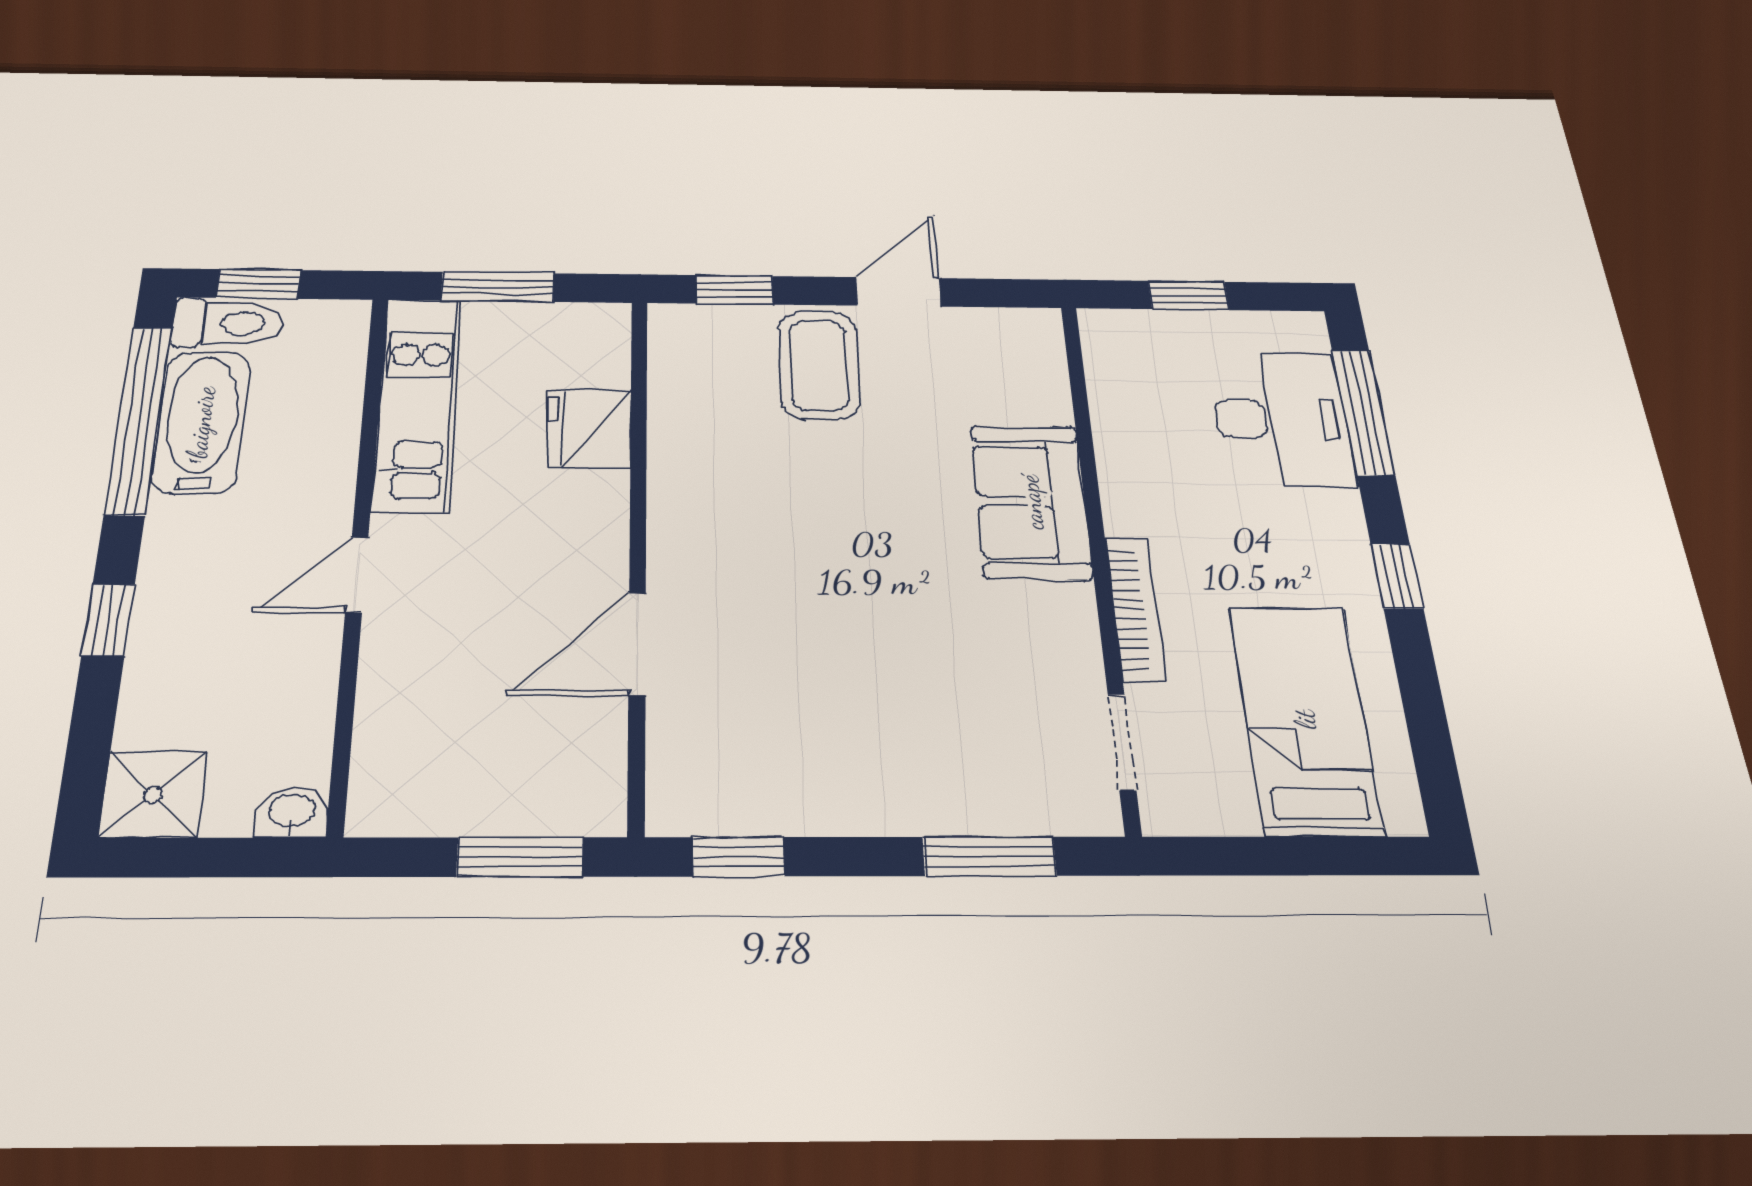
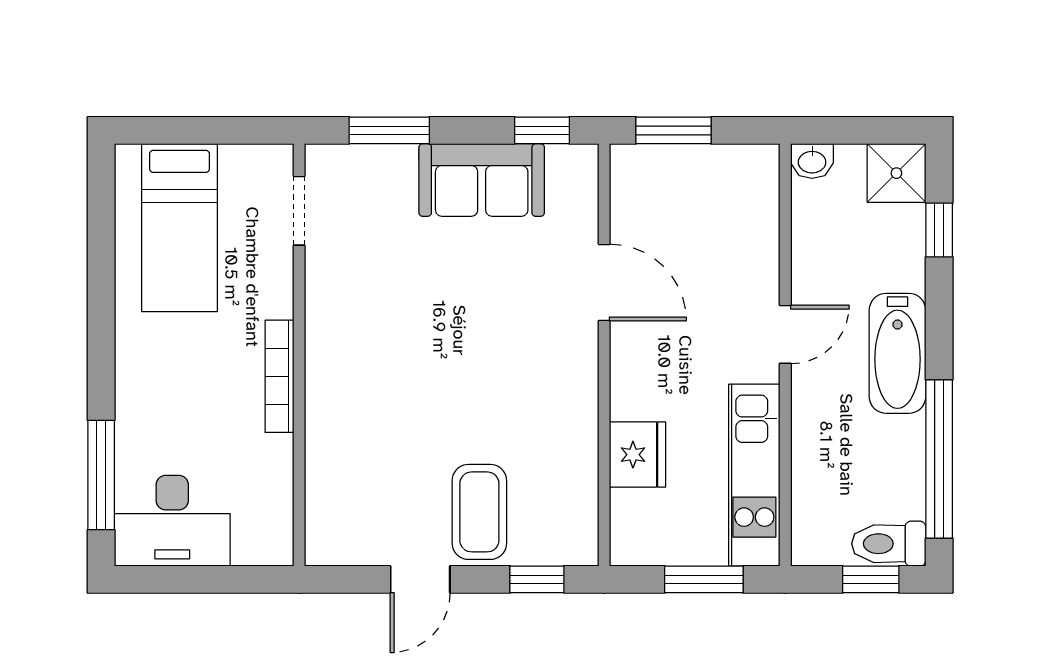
window: (1188, 295) -> (211, 579), removed
desk: (1281, 419) -> (172, 521), moved, turned -90
bathtub: (201, 422) -> (897, 353), moved
sofa: (1031, 502) -> (482, 180), moved, turned 90
window: (1397, 576) -> (101, 338), removed
bookcase: (1135, 609) -> (279, 376), moved
window: (108, 620) -> (939, 230), moved
door: (637, 644) -> (604, 283), hinge flipped

